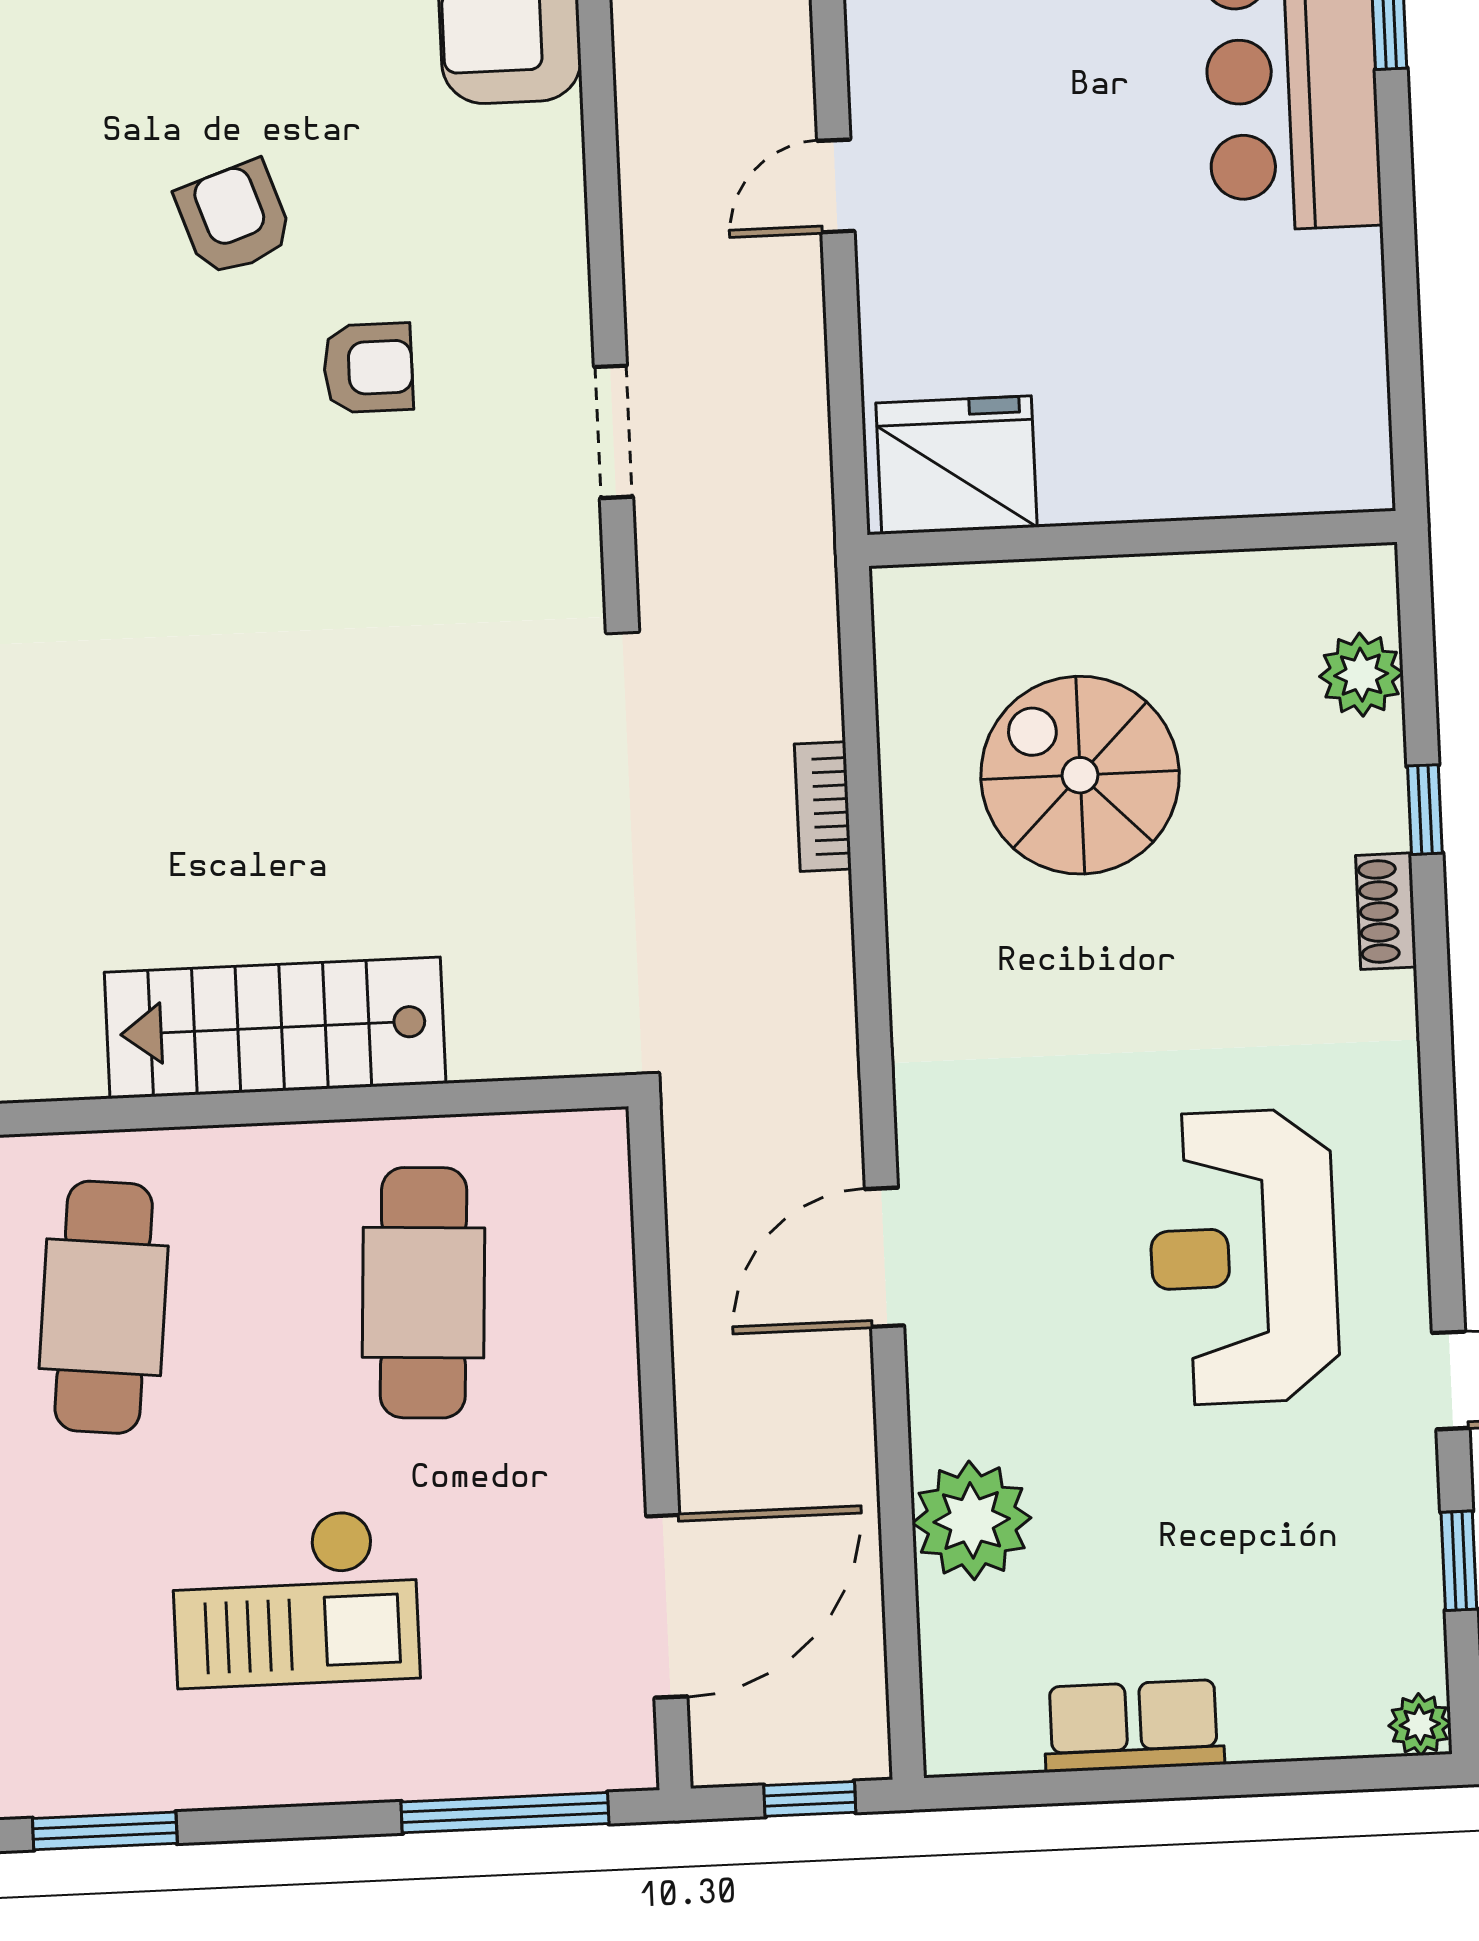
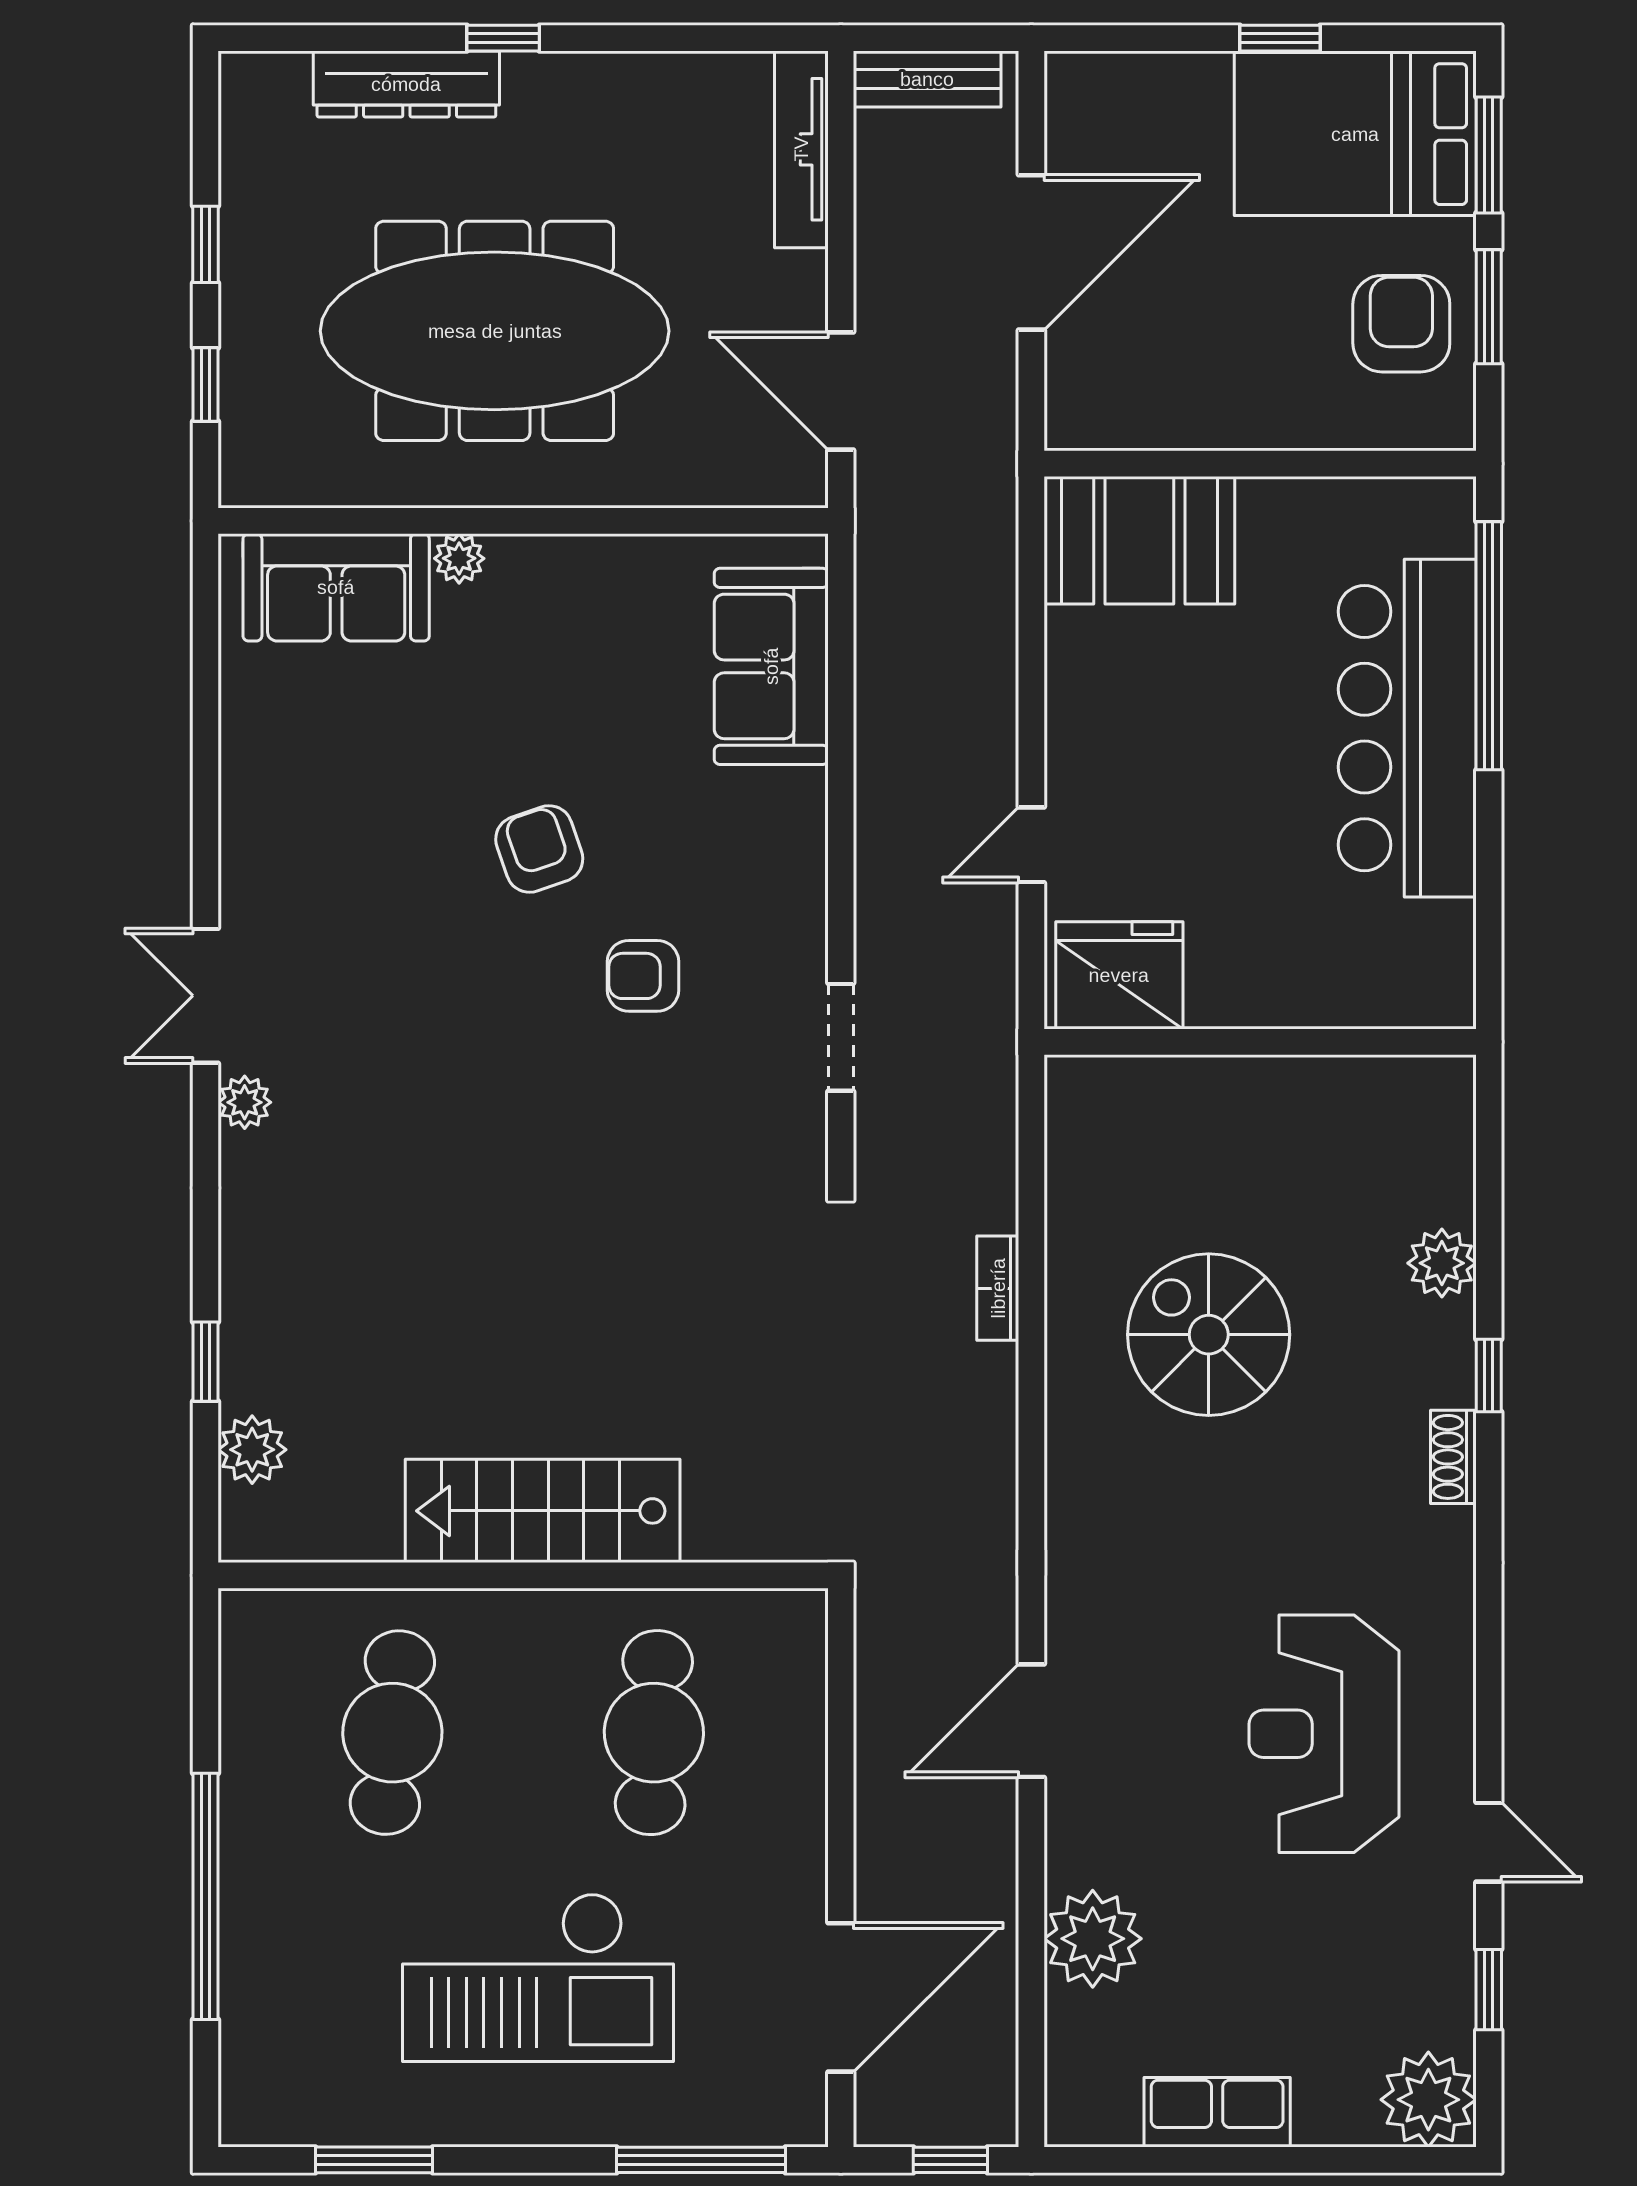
armchair: (368, 368) -> (643, 976), turned 180
fridge: (956, 465) -> (1119, 975), moved
wall: (1132, 538) -> (1260, 1042), moved
bookcase: (823, 807) -> (998, 1288), moved
checkout: (295, 1599) -> (538, 1977), width x1.36, depth x1.21
plant: (1420, 1724) -> (1428, 2100), width x1.88, depth x1.88

